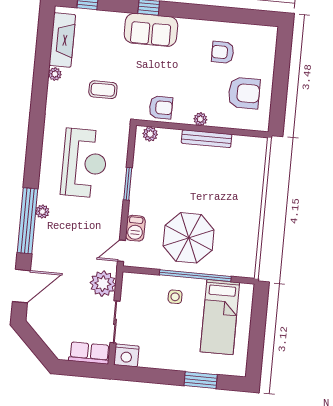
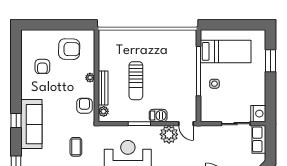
sofa: (151, 30) -> (31, 124), width x1.36
armchair: (244, 93) -> (69, 49), turned 91
bench: (207, 139) -> (103, 88), moved
sun lounger: (190, 185) -> (136, 81), added
barbecue: (135, 228) -> (158, 116), moved
parasol: (189, 238) -> (173, 78), removed
plant: (103, 284) -> (169, 134), moved

